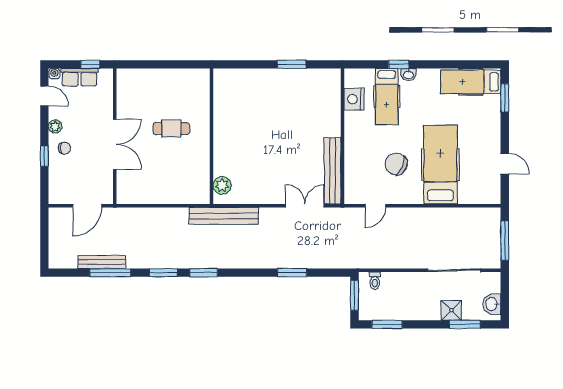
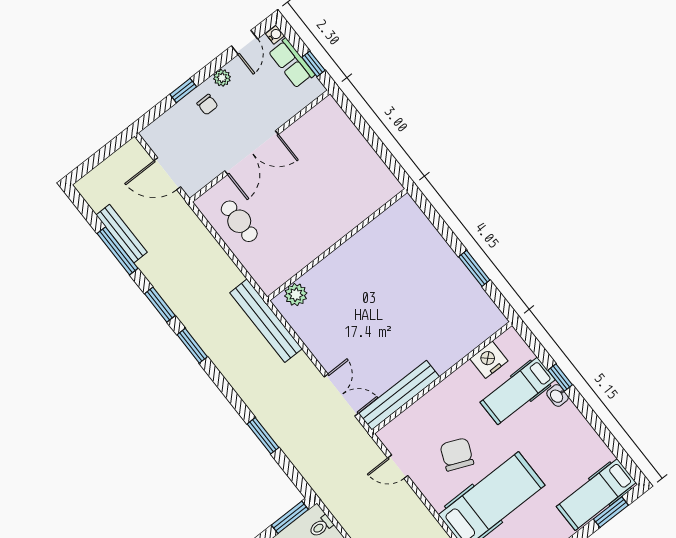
hospital bed: (471, 82) -> (596, 495), moved, turned -90
cafe table: (171, 129) -> (239, 221), moved

